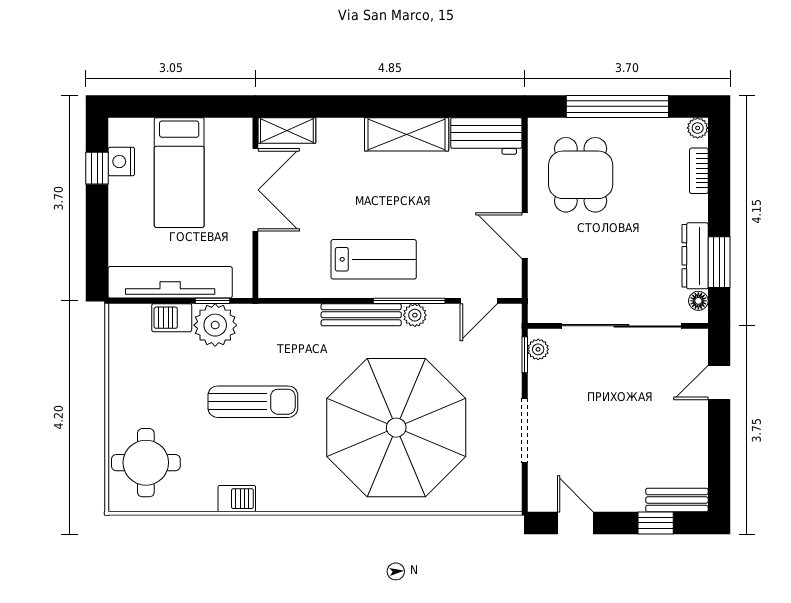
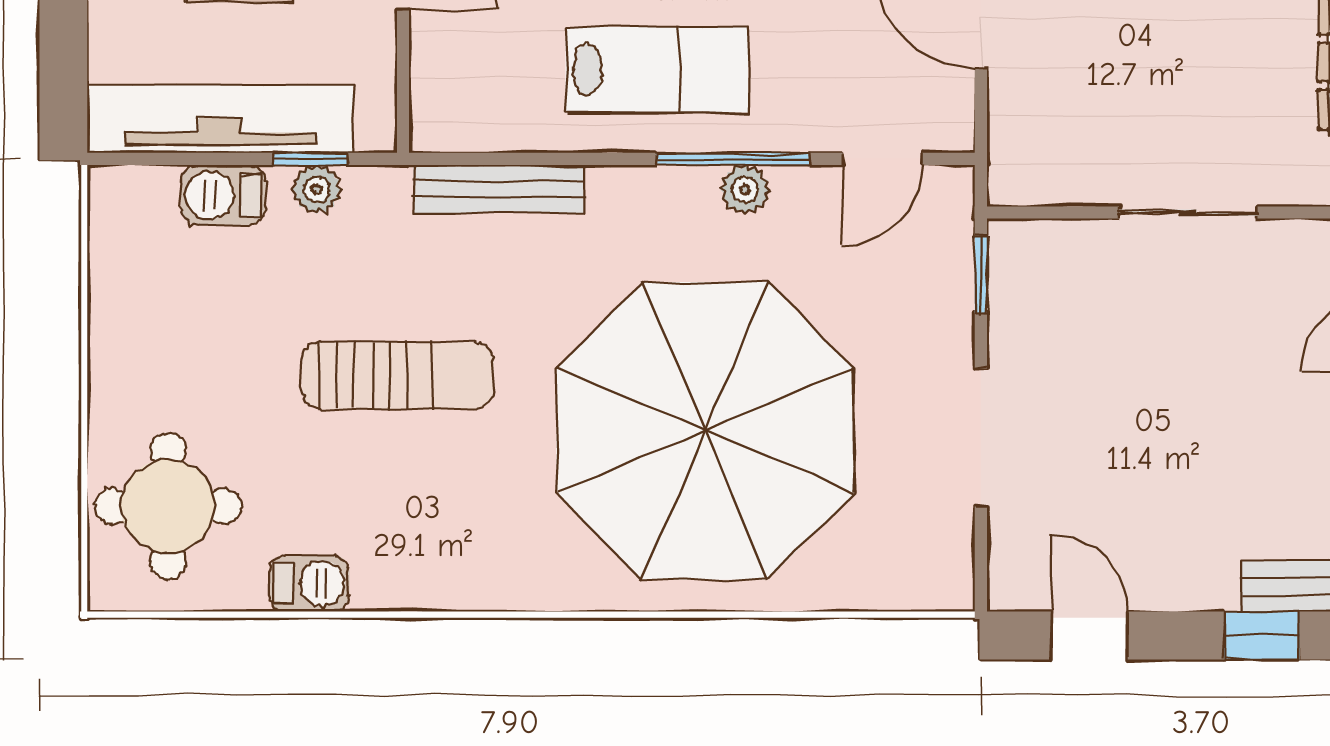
bench: (361, 315) -> (499, 189), moved
plant: (215, 325) -> (317, 189), width x0.53, depth x0.53
sliding door: (621, 326) -> (1188, 213), width x0.54
plant: (538, 349) -> (1010, 263), removed
barbecue: (237, 499) -> (309, 583), moved

